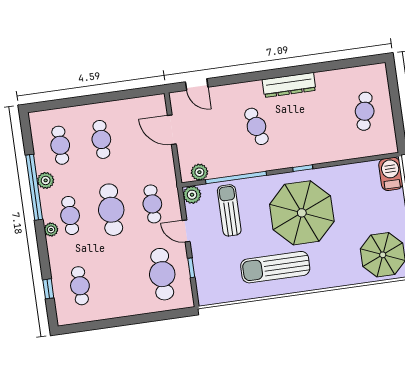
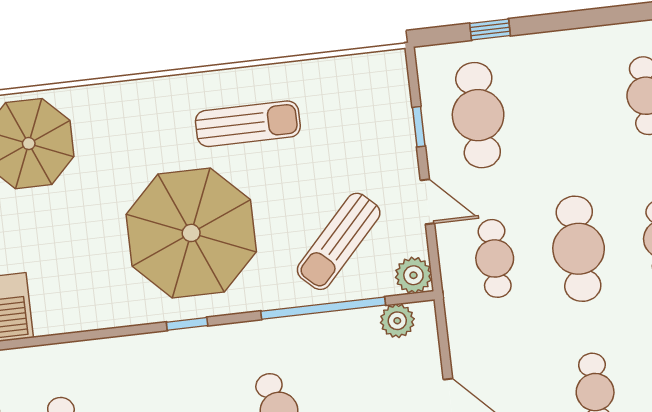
sun lounger: (229, 210) -> (339, 241), turned 43
sun lounger: (275, 267) -> (248, 124), width x0.73, depth x0.75
window: (157, 316) -> (490, 30), added

